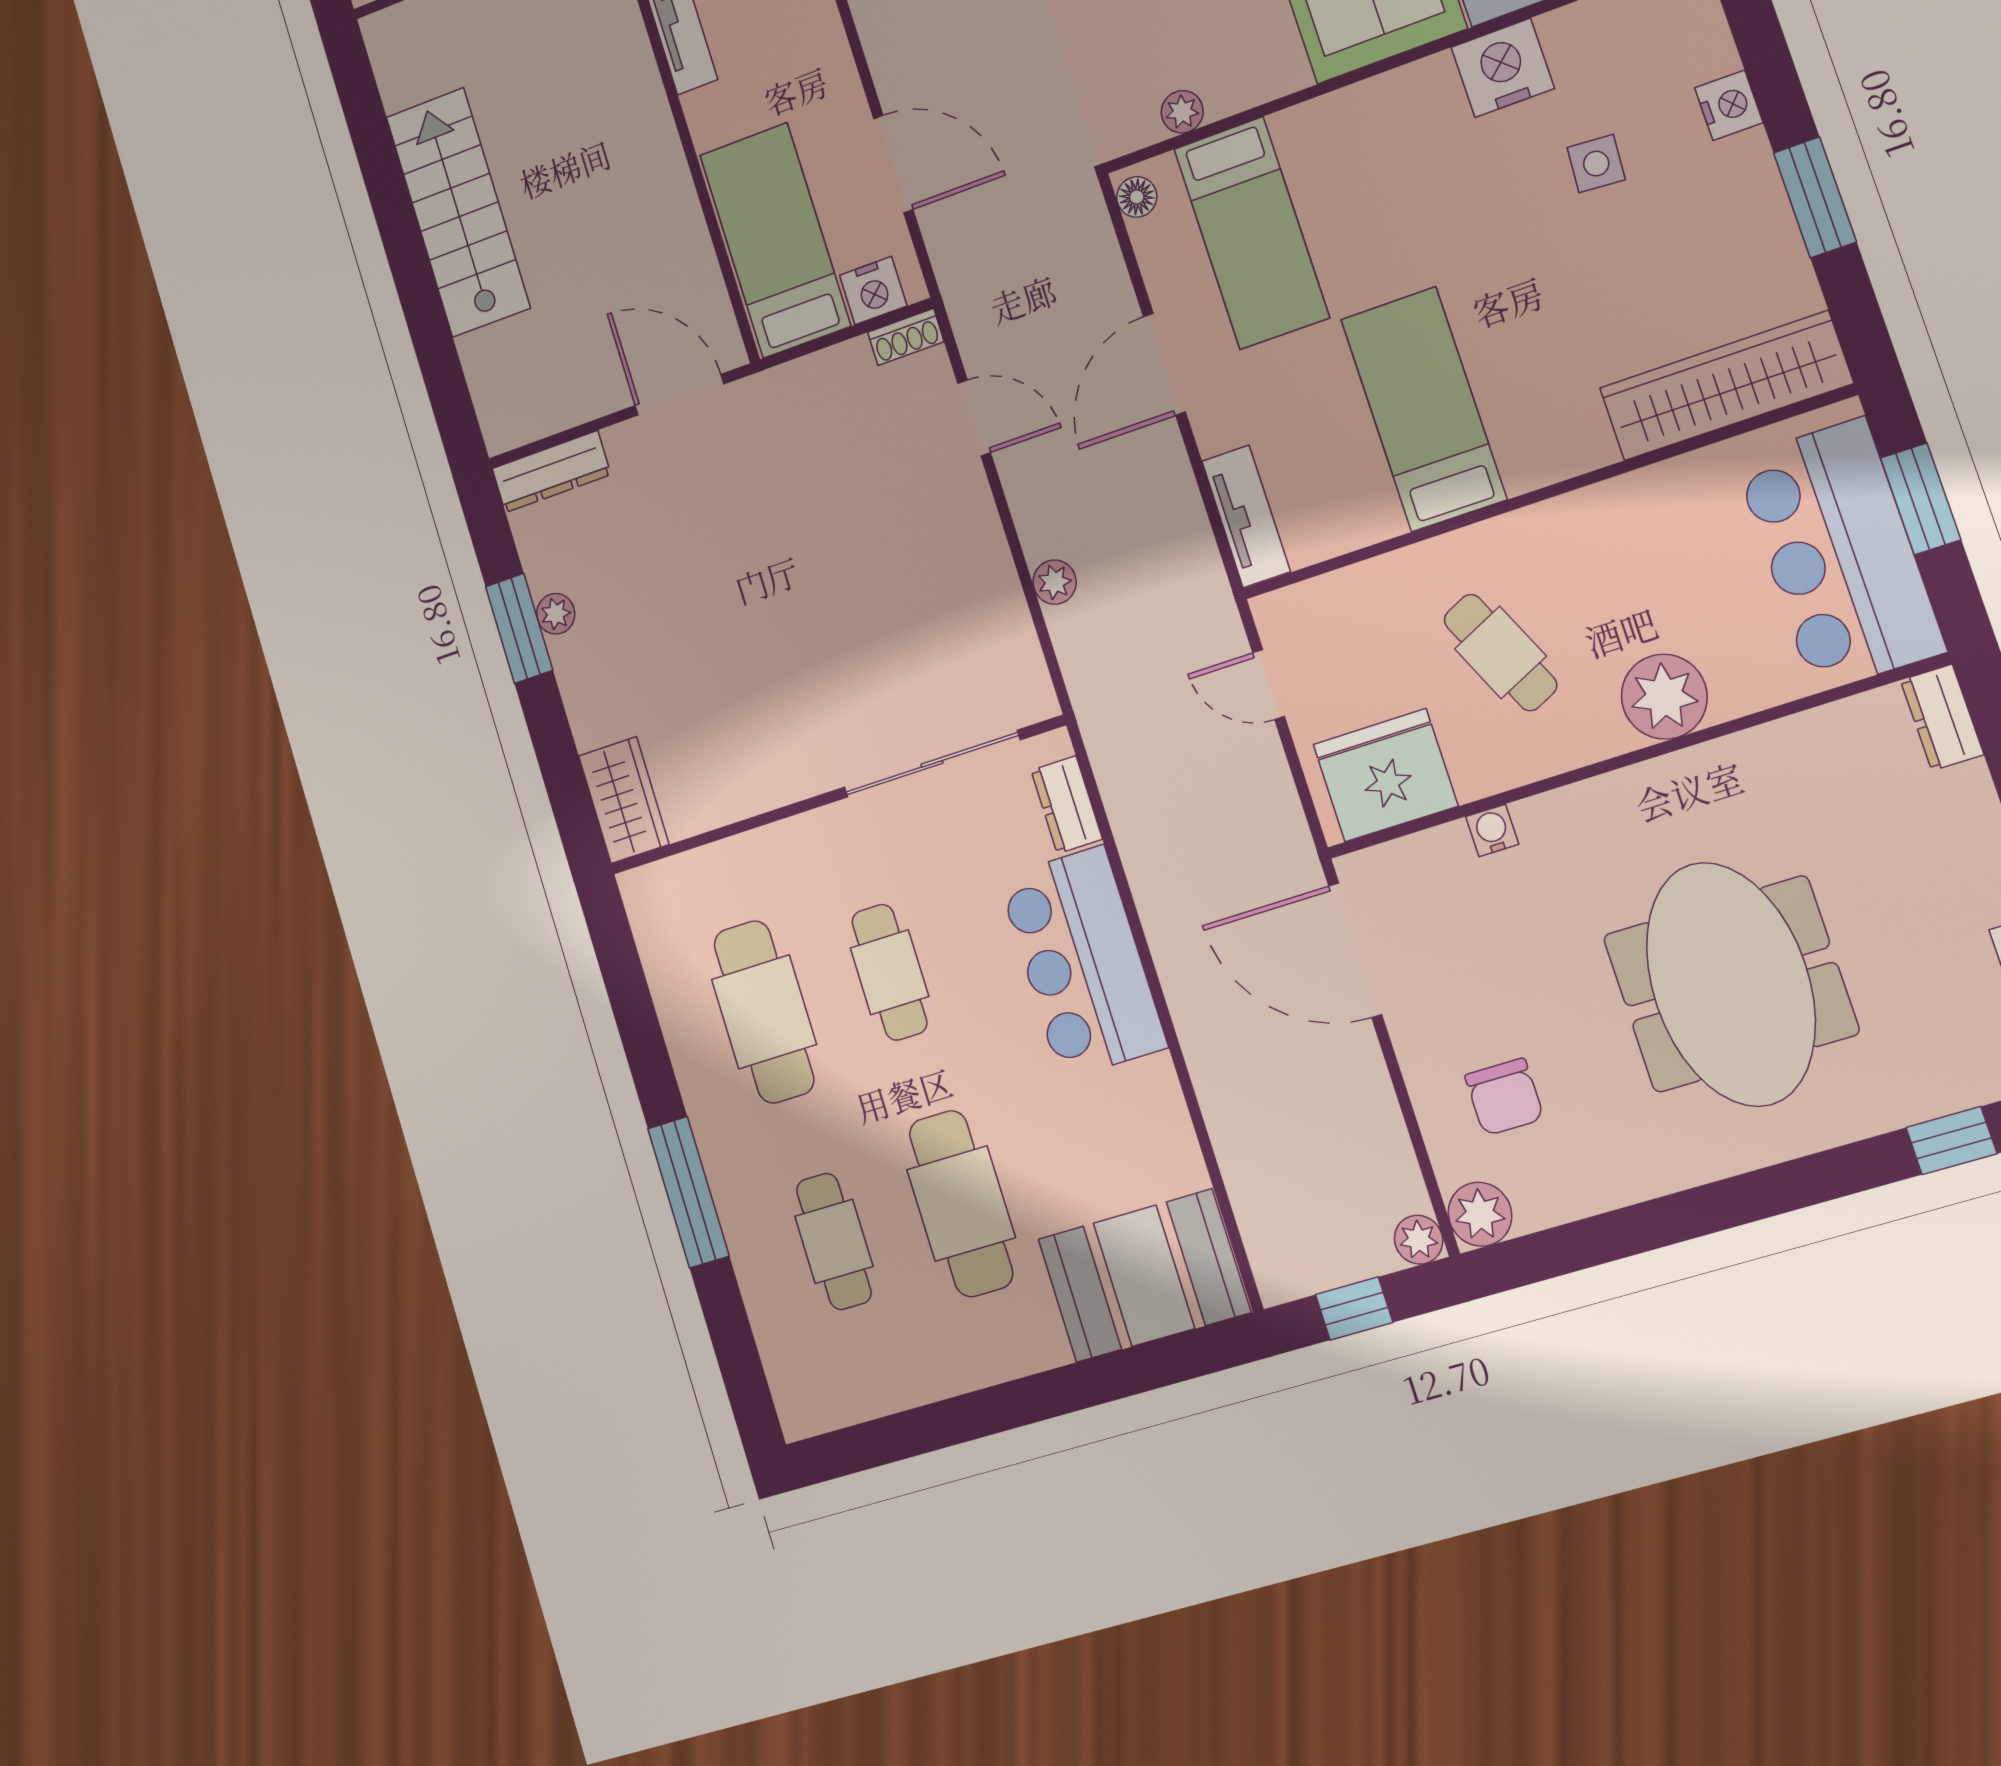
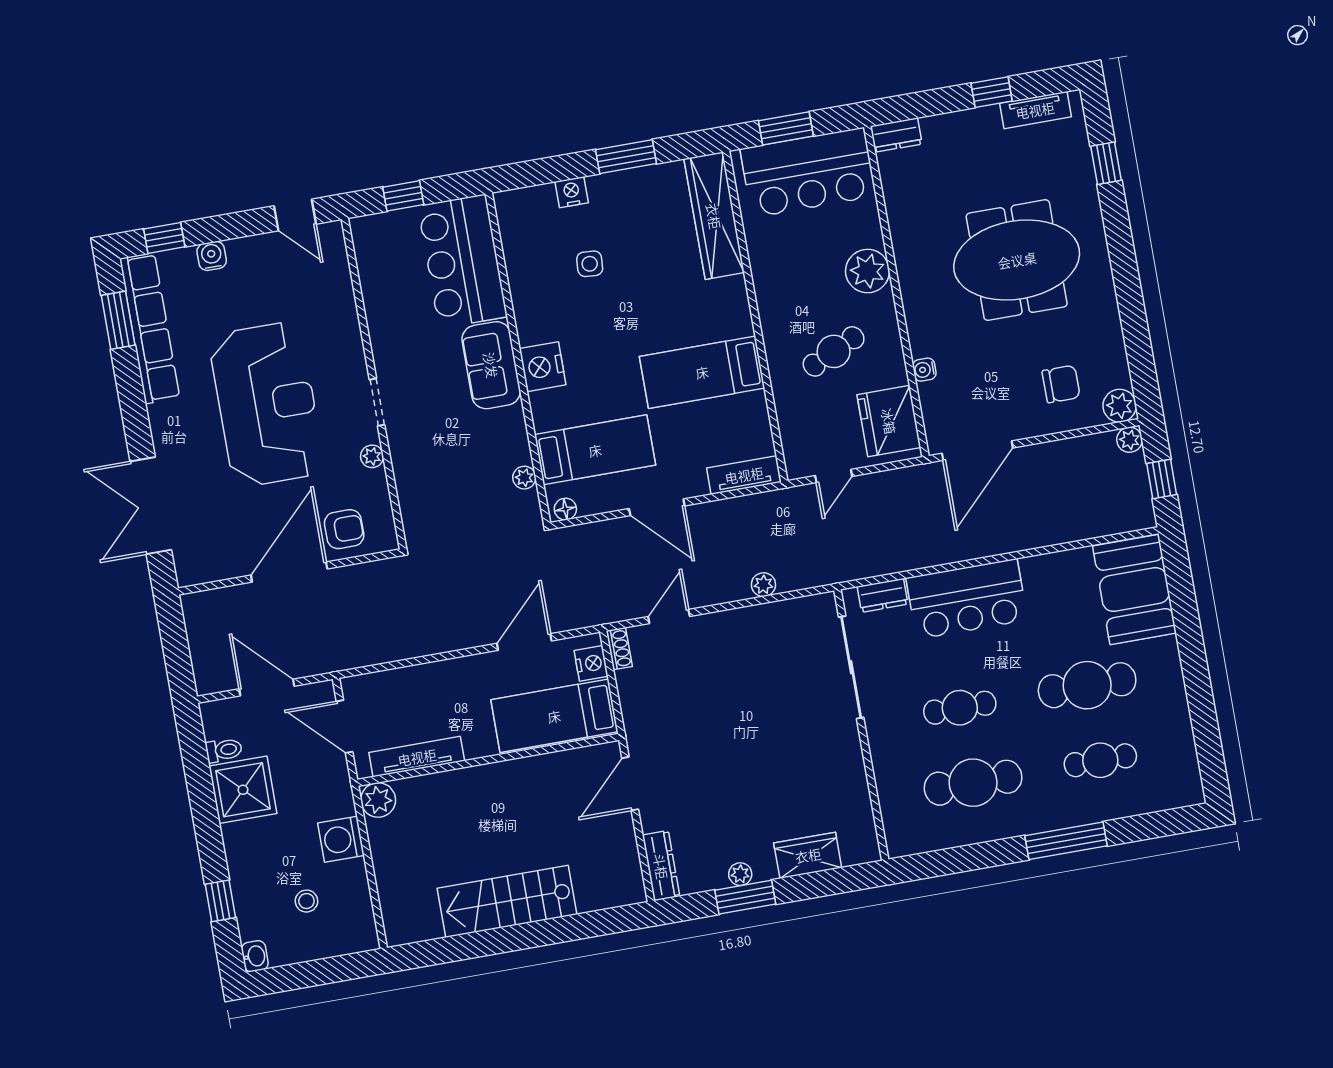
nightstand: (1503, 68) -> (543, 367), moved
wardrobe: (624, 800) -> (808, 855), moved

